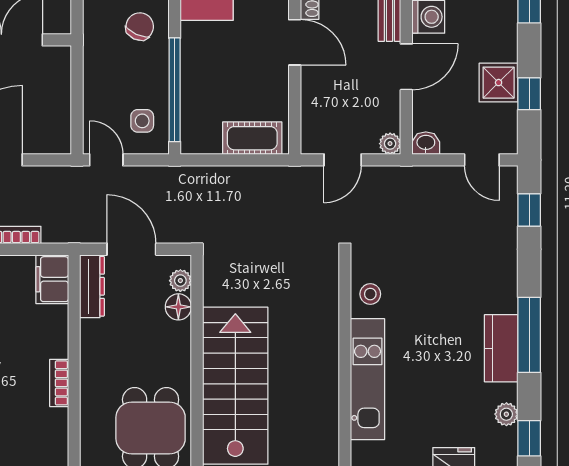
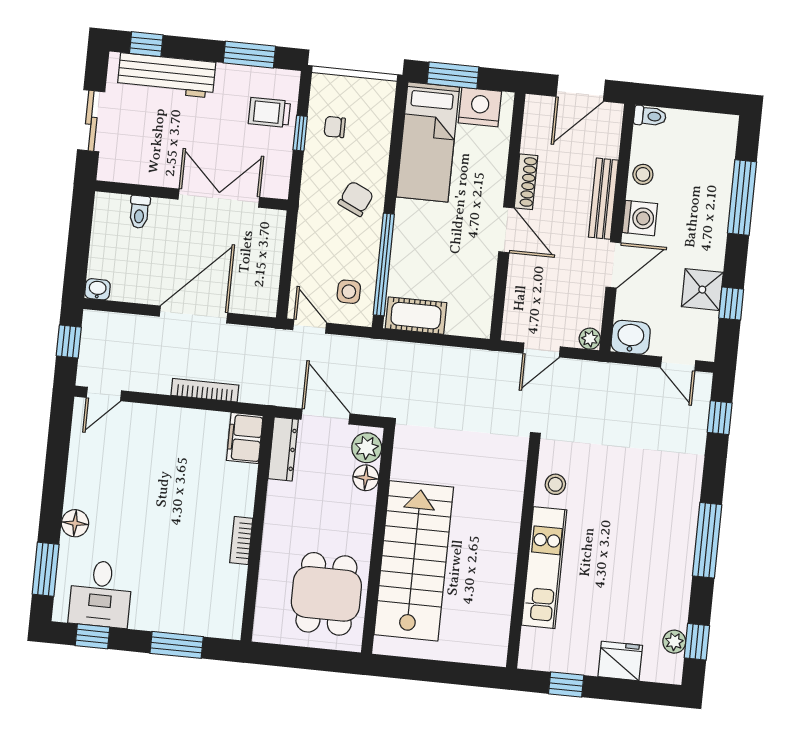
cot: (252, 138) -> (416, 316), moved
washbasin: (426, 143) -> (631, 337), width x1.38, depth x1.45
plant: (180, 281) -> (367, 448), width x1.38, depth x1.38
kitchen counter: (501, 348) -> (678, 551), removed
plant: (506, 414) -> (674, 642), moved

